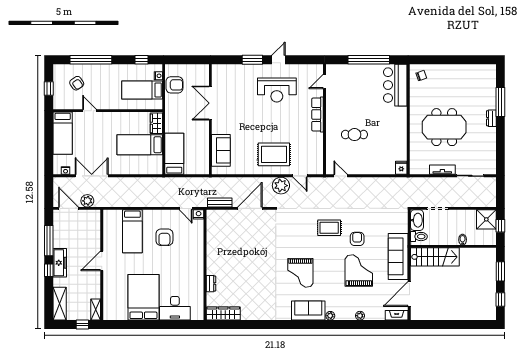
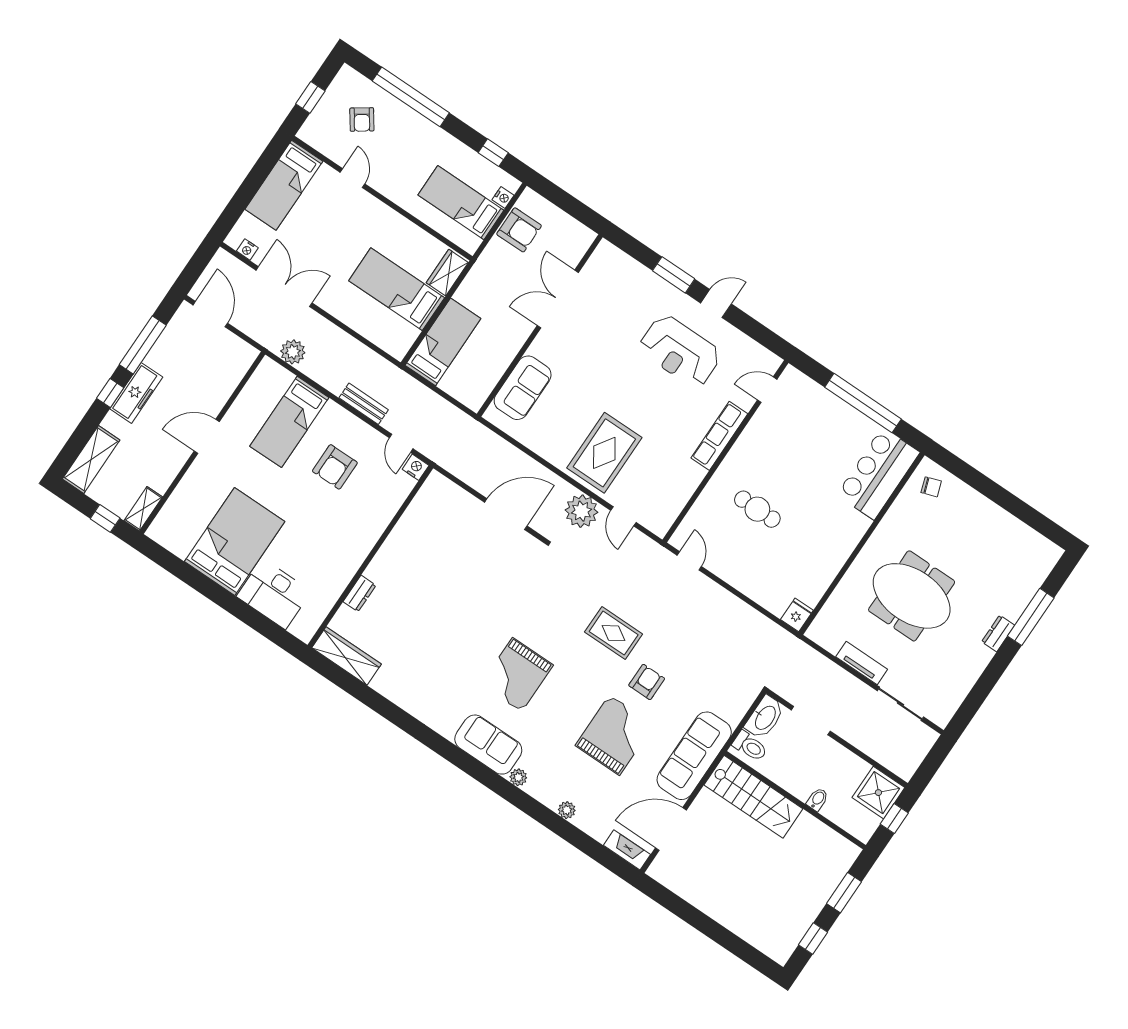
rug: (274, 154) -> (604, 453), turned 90
plant: (87, 201) -> (293, 352), moved
bench: (220, 202) -> (364, 404), moved

